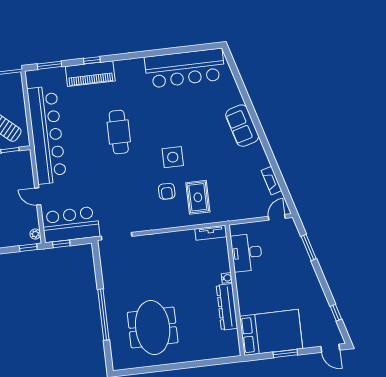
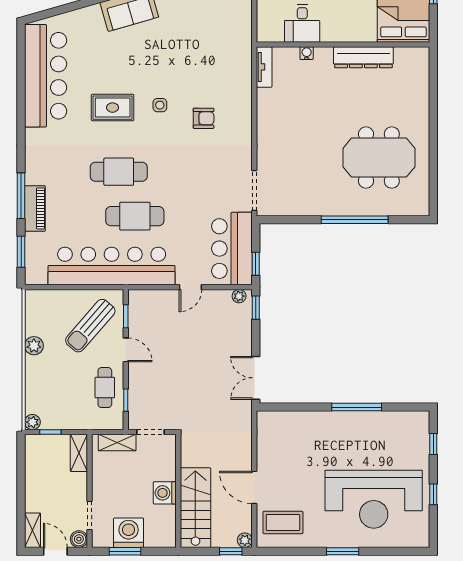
window: (92, 60) -> (21, 196), width x2.17
piano: (90, 74) -> (35, 208), width x0.73, depth x0.75
cafe table: (87, 148) -> (135, 216), added
side table: (173, 157) -> (160, 105), width x0.54, depth x0.54
rug: (198, 197) -> (113, 108), moved
desk: (247, 253) -> (302, 23), width x0.73
water cooler: (227, 278) -> (307, 53), moved

